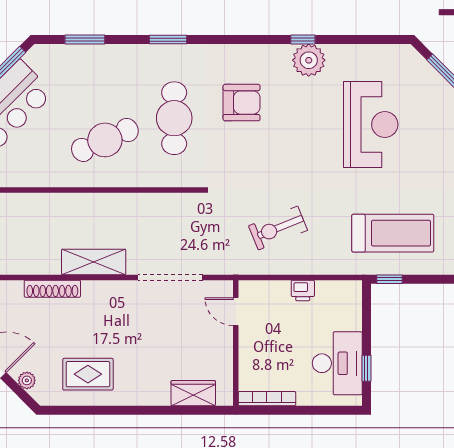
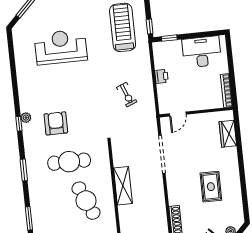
window: (303, 40) -> (19, 124), moved
plant: (309, 60) -> (26, 118), moved, width x0.53, depth x0.53
exercise bike: (278, 228) -> (127, 95), width x0.73, depth x0.72
shelving: (94, 262) -> (123, 186), moved
window: (366, 368) -> (169, 38), moved
rug: (88, 374) -> (211, 187), moved

